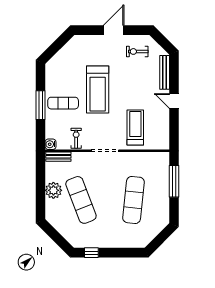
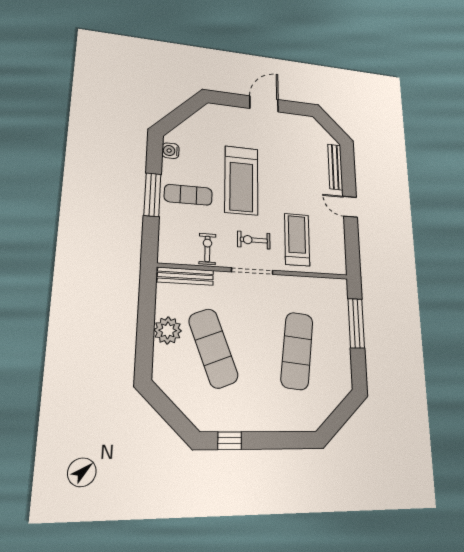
exercise bike: (137, 51) -> (254, 240), moved
water cooler: (51, 144) -> (170, 151), moved
bench: (58, 157) -> (186, 276), width x1.36

